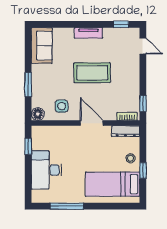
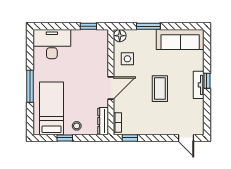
window: (121, 24) -> (207, 81), moved
sofa: (42, 46) -> (180, 40), width x1.36
door: (143, 46) -> (186, 138), hinge flipped
coffee table: (92, 73) -> (160, 89), width x0.73, depth x0.76
desk: (46, 170) -> (52, 44), moved
window: (67, 206) -> (30, 86), moved

